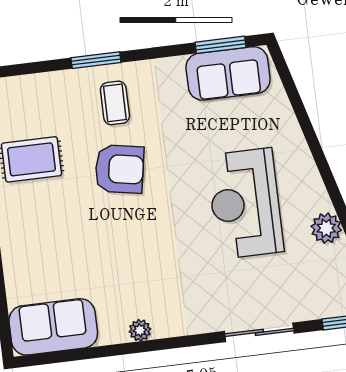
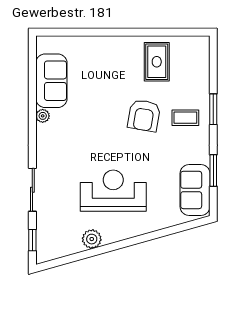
window: (221, 45) -> (213, 171), moved
sofa: (53, 327) -> (51, 81), moved

